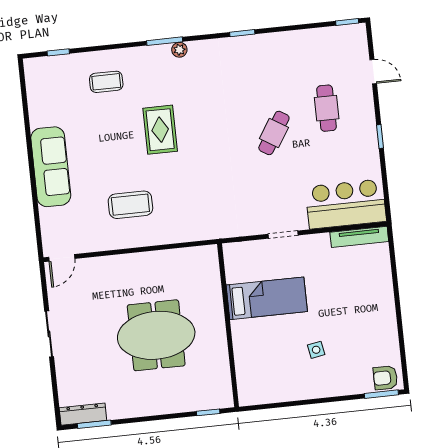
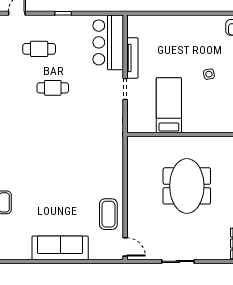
rug: (160, 130) -> (42, 168), removed
cafe table: (274, 133) -> (53, 88), turned -32
coffee table: (130, 205) -> (108, 214), moved
tv unit: (359, 237) -> (132, 58), moved

